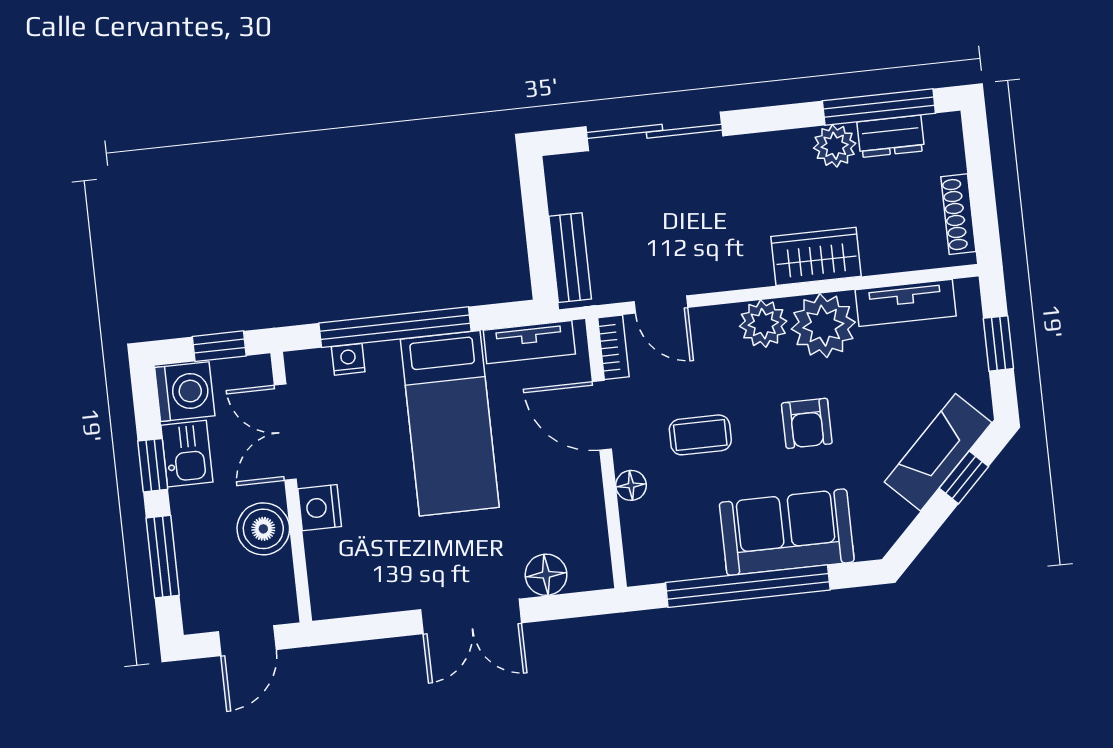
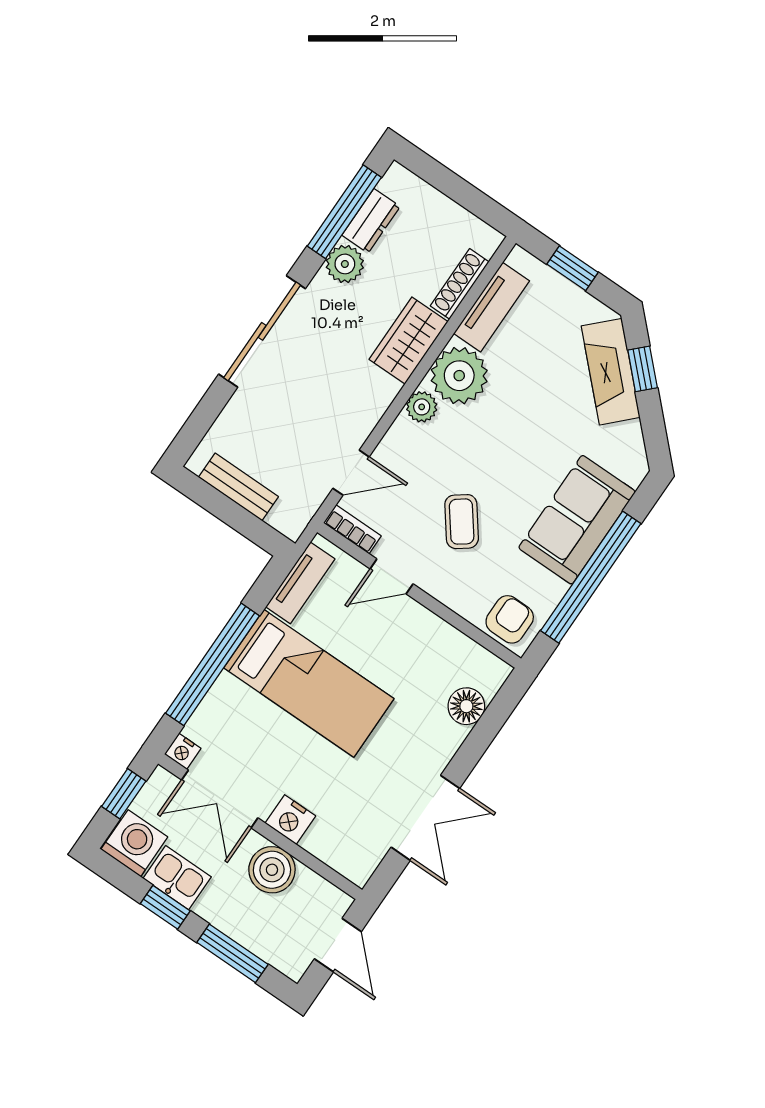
sliding door: (654, 131) -> (262, 331), moved
shoe rack: (958, 214) -> (460, 284), moved, turned 90
bench: (570, 258) -> (238, 487), moved
plant: (763, 324) -> (422, 407), width x0.73, depth x0.73
nightstand: (348, 359) -> (183, 751), moved, turned -90
door: (602, 415) -> (392, 576), width x0.73
armchair: (807, 423) -> (510, 619), moved, turned -90
coffee table: (700, 435) -> (462, 522), turned -37
floor lamp: (631, 485) -> (455, 597), removed
double door: (471, 616) -> (425, 818), moved

